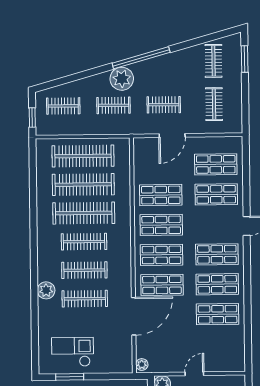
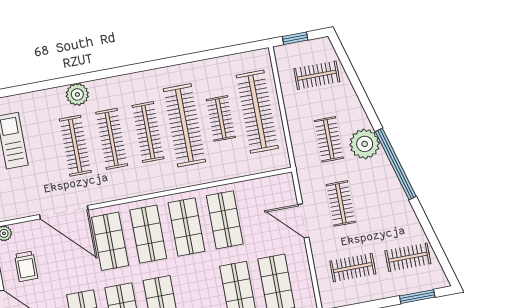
clothes rail: (63, 106) -> (317, 75), turned 90
clothes rail: (83, 185) -> (221, 118), width x0.54, depth x0.76
trolley: (170, 352) -> (26, 266), added

